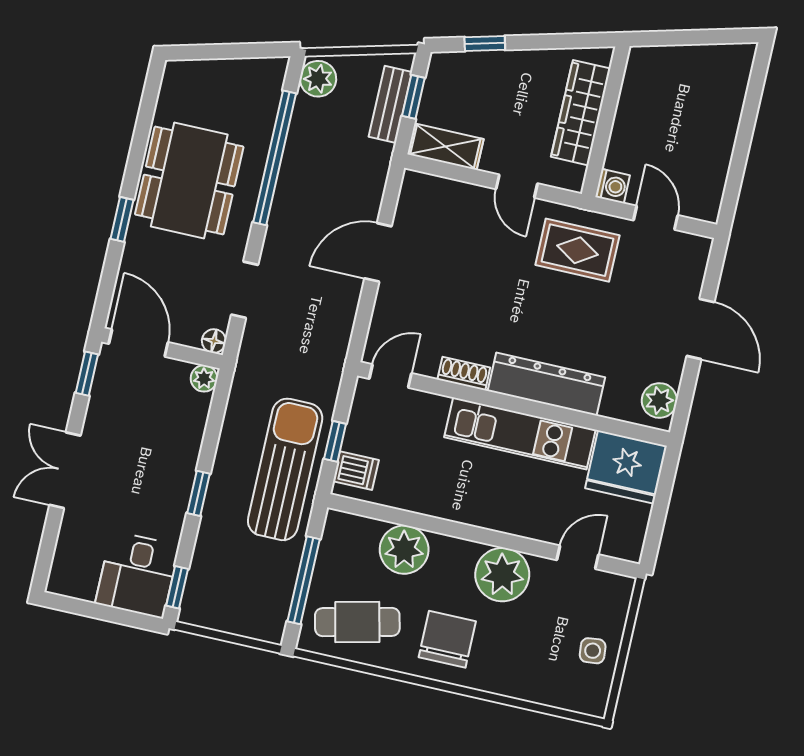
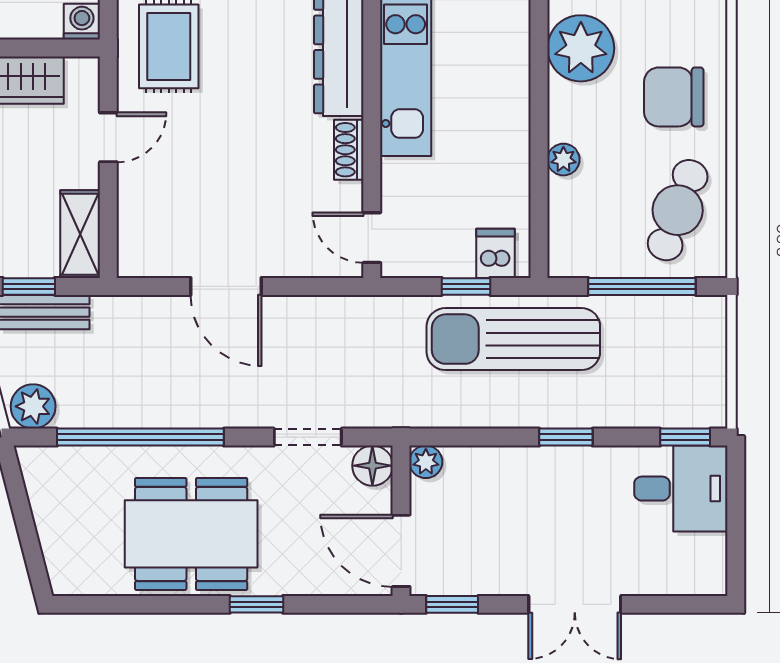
floor lamp: (214, 341) -> (372, 466), width x1.37, depth x1.37
door: (138, 343) -> (401, 551), hinge flipped
plant: (404, 550) -> (563, 160), width x0.53, depth x0.53
cafe table: (357, 622) -> (678, 210), turned 33

